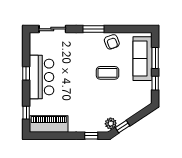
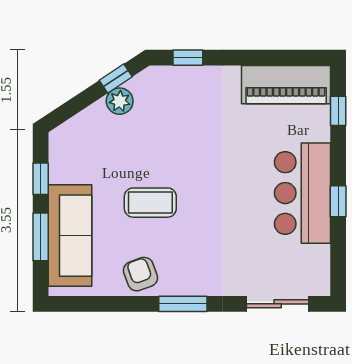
plant: (111, 124) -> (120, 101), moved

